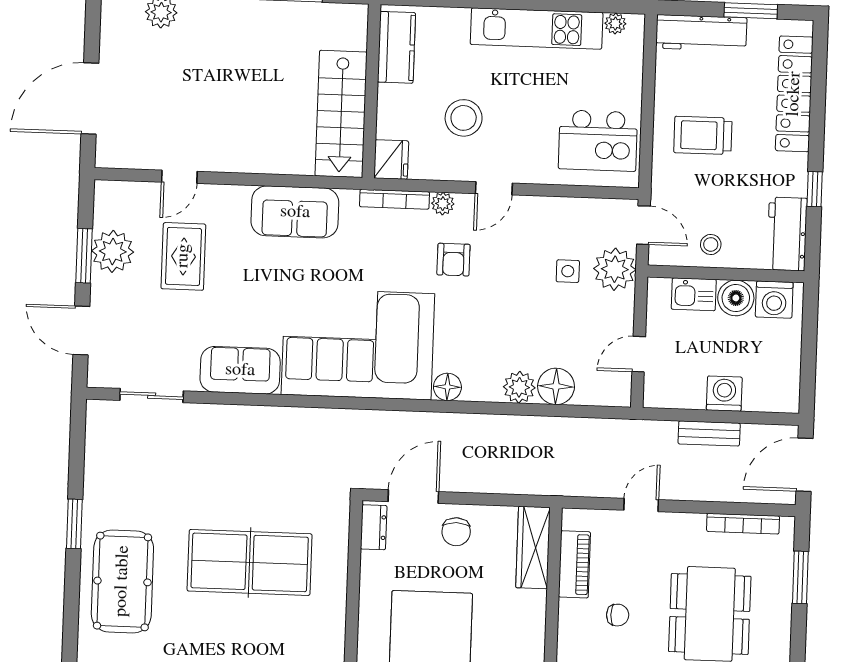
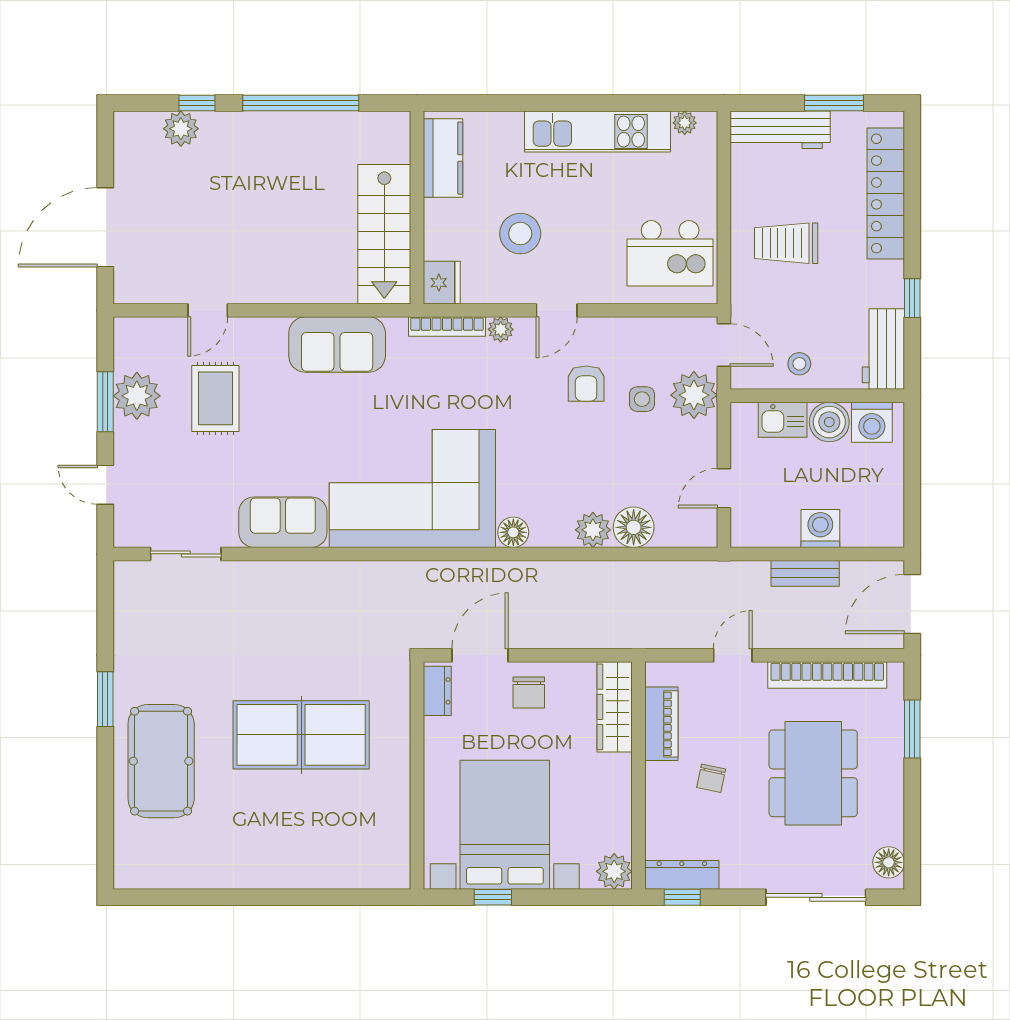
armchair: (453, 260) -> (586, 384), moved
door: (81, 330) -> (105, 485), width x0.73
bookcase: (743, 524) -> (827, 675), width x1.48, depth x1.31
chair: (618, 615) -> (711, 778), turned 102

